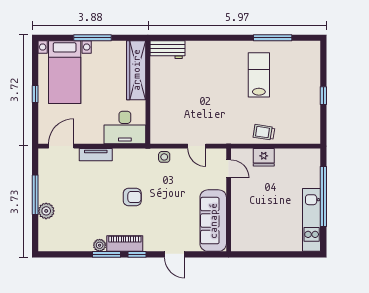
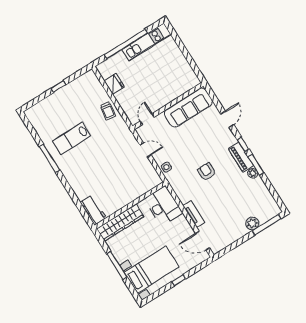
window: (273, 38) -> (49, 158), moved
door: (197, 146) -> (145, 150), hinge flipped
fridge: (264, 157) -> (114, 84), moved
window: (35, 195) -> (267, 225), moved

